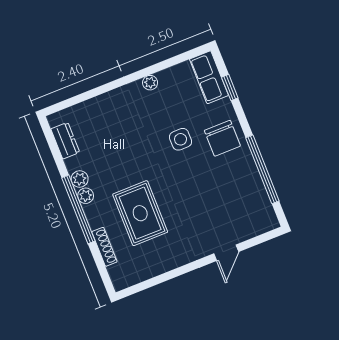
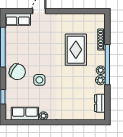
row of seats: (209, 77) -> (25, 114), moved, turned -90
chair: (222, 138) -> (17, 72), turned 120
row of seats: (256, 225) -> (18, 19), added

